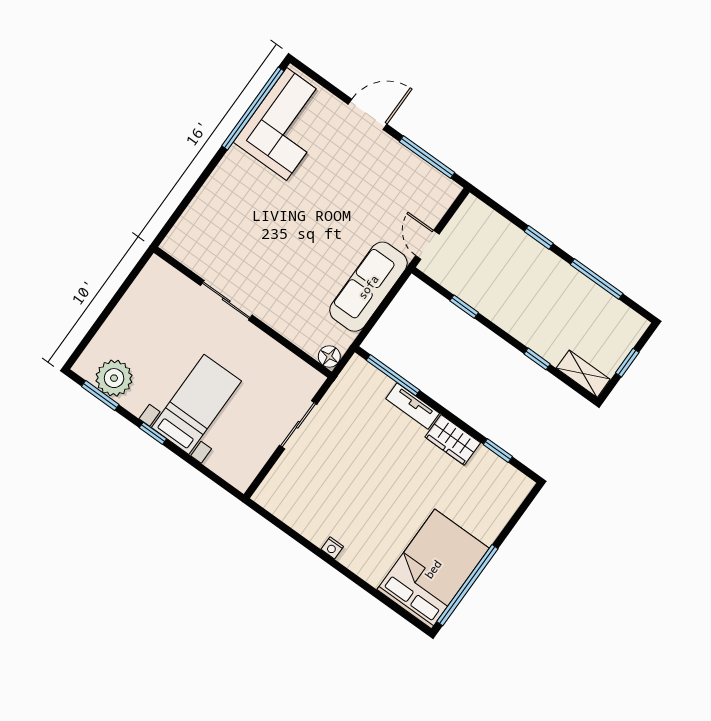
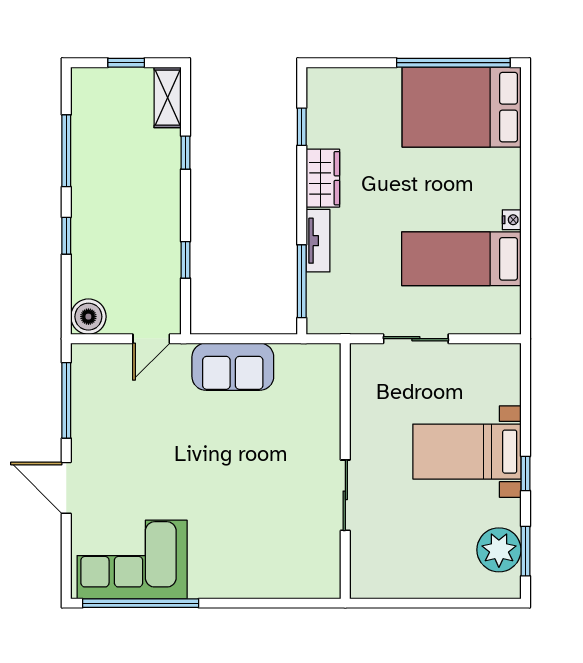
boiler: (473, 213) -> (88, 317), added
sofa: (368, 287) -> (233, 367), width x0.73
floor lamp: (329, 356) -> (328, 356), removed
bed: (330, 495) -> (461, 259), added

